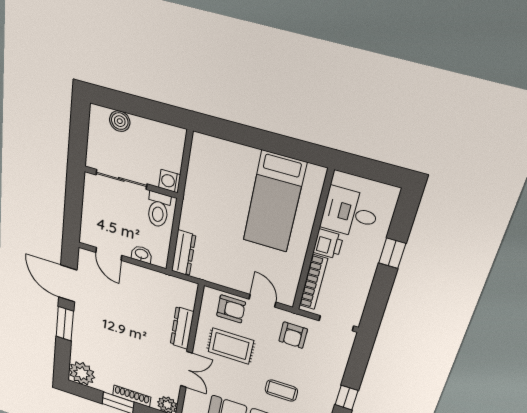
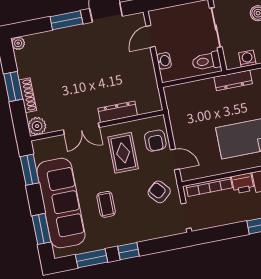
washing machine: (170, 181) -> (247, 59), moved
dresser: (183, 253) -> (233, 80), moved
door: (262, 301) -> (175, 159), hinge flipped
armchair: (293, 335) -> (159, 192), turned 49
plant: (82, 373) -> (18, 43), width x0.53, depth x0.53

